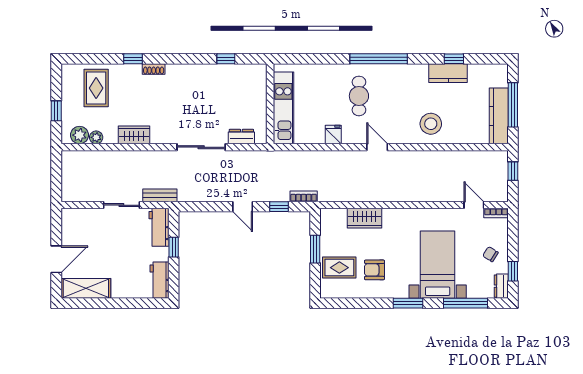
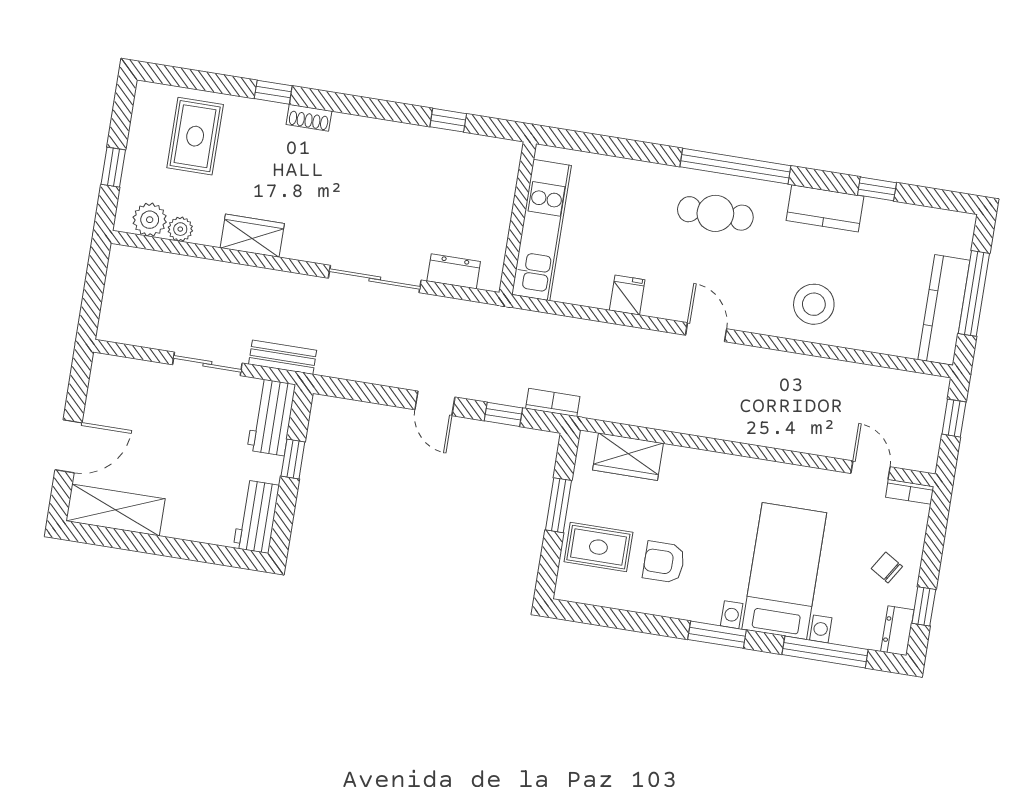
kitchen counter: (448, 73) -> (825, 208), moved
cafe table: (359, 96) -> (715, 213), moved, turned 90
wardrobe: (364, 218) -> (628, 457), moved

